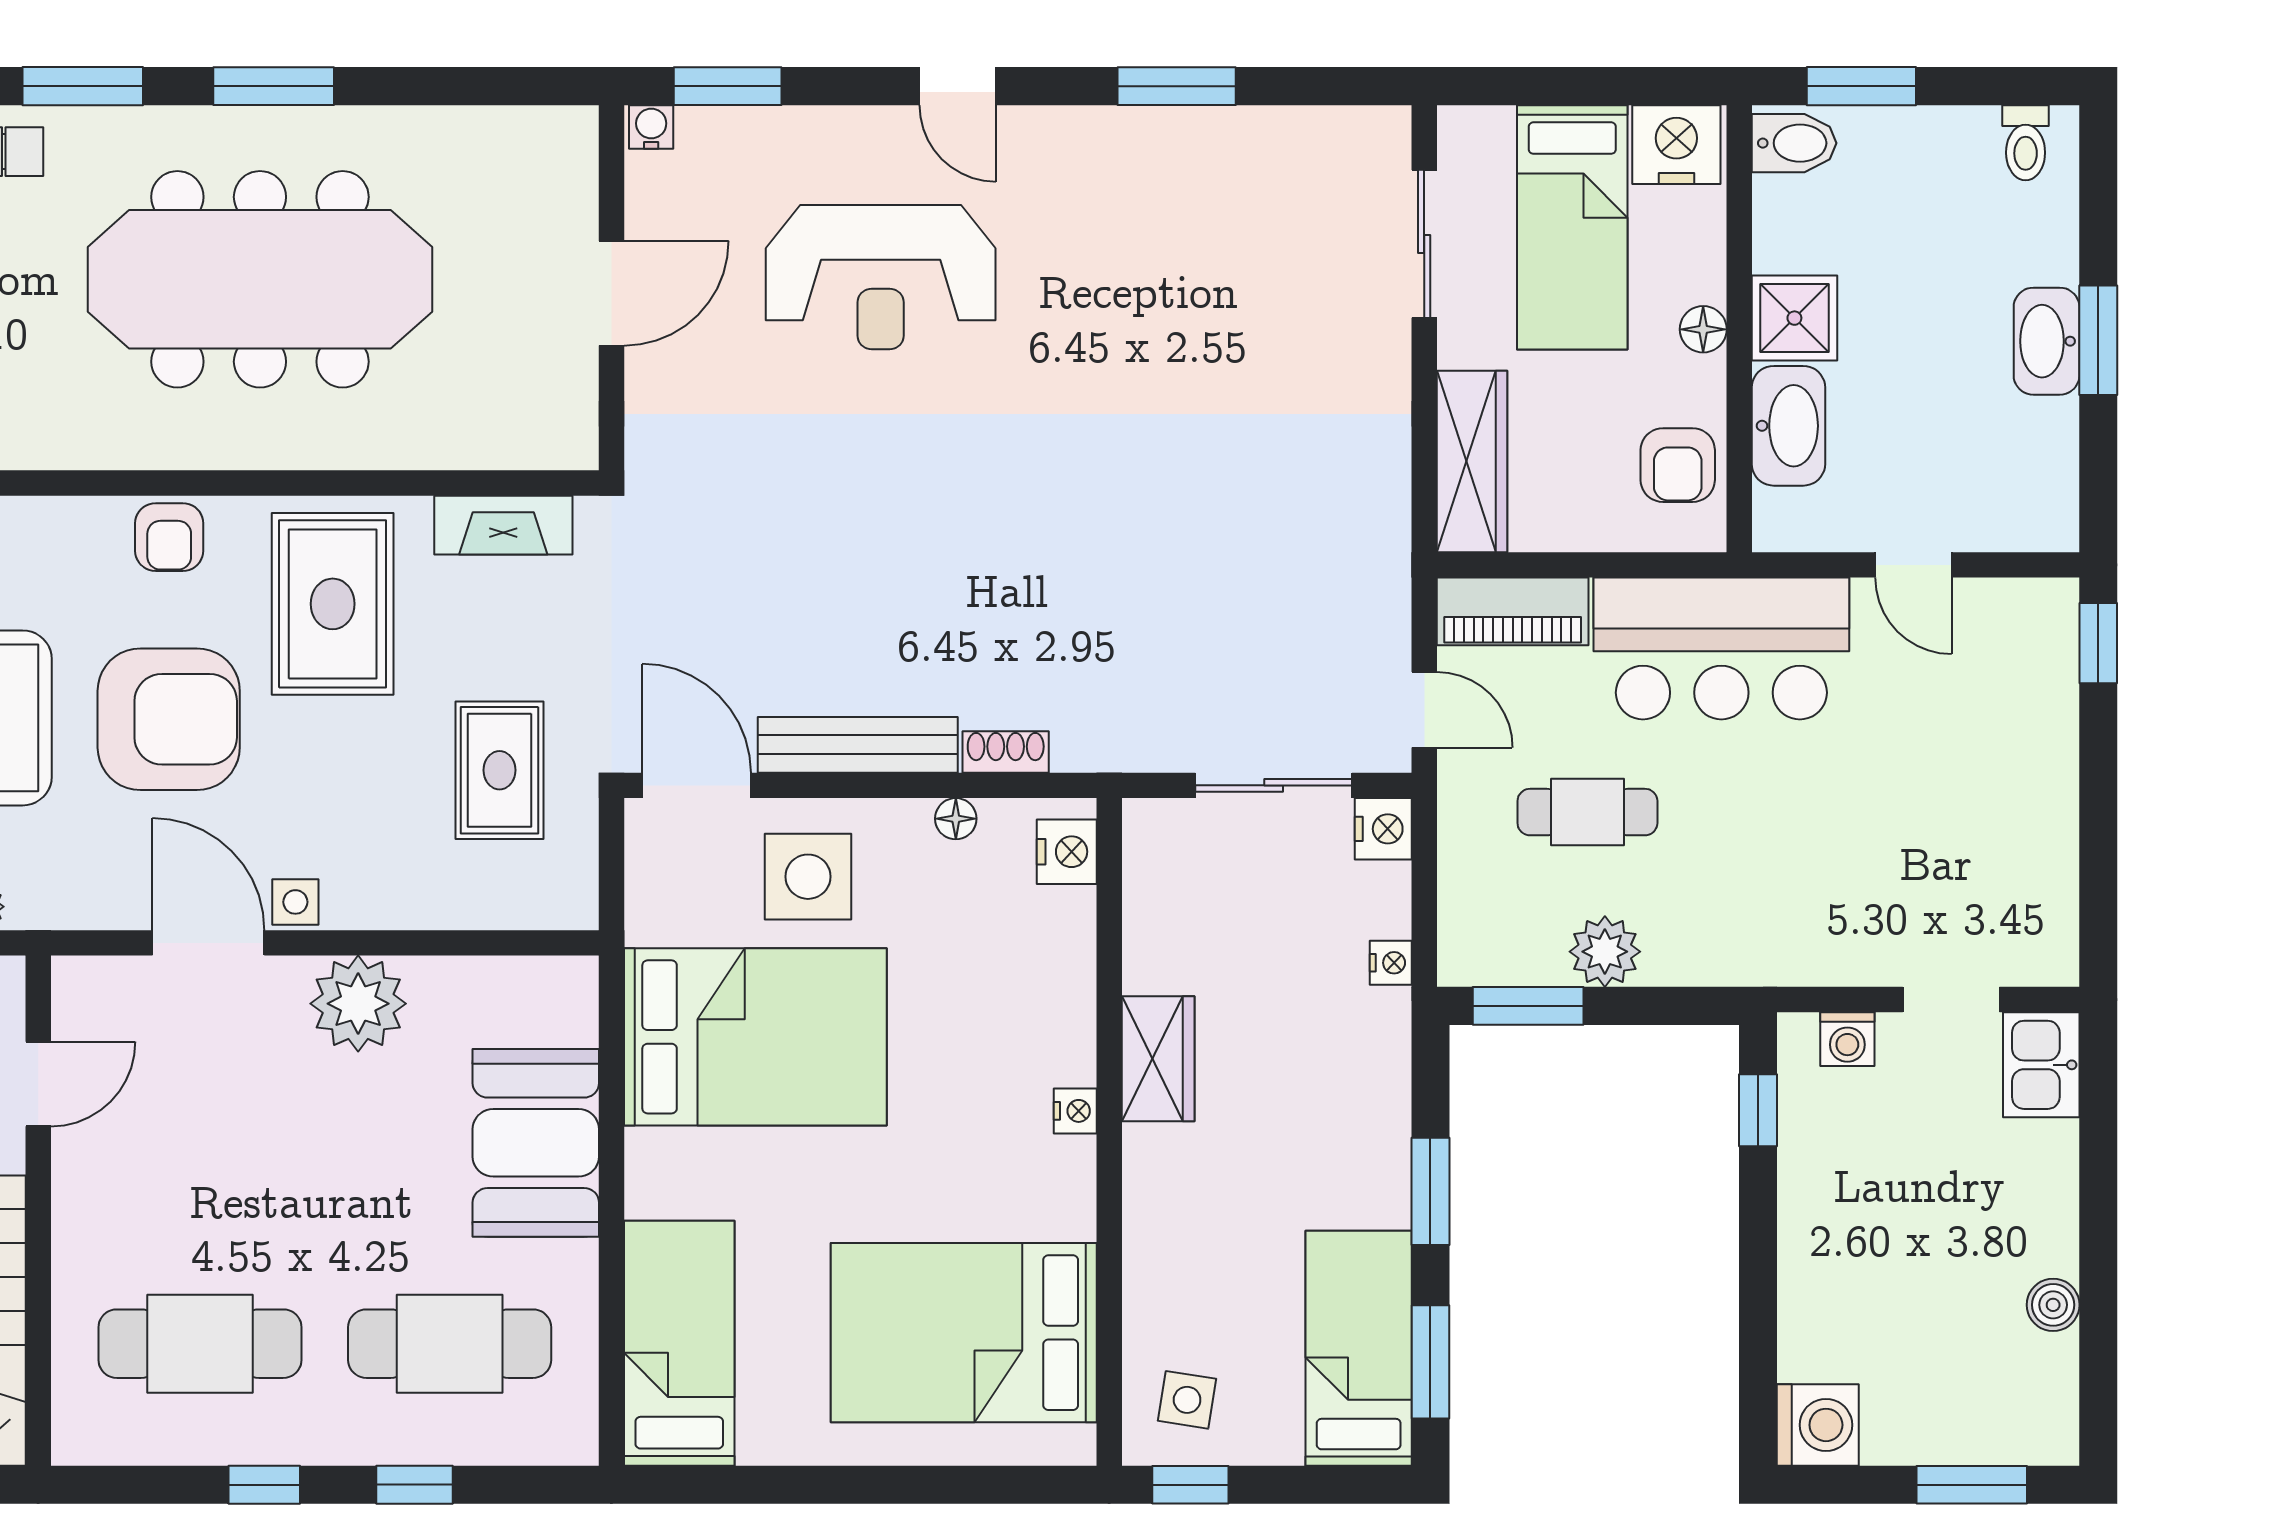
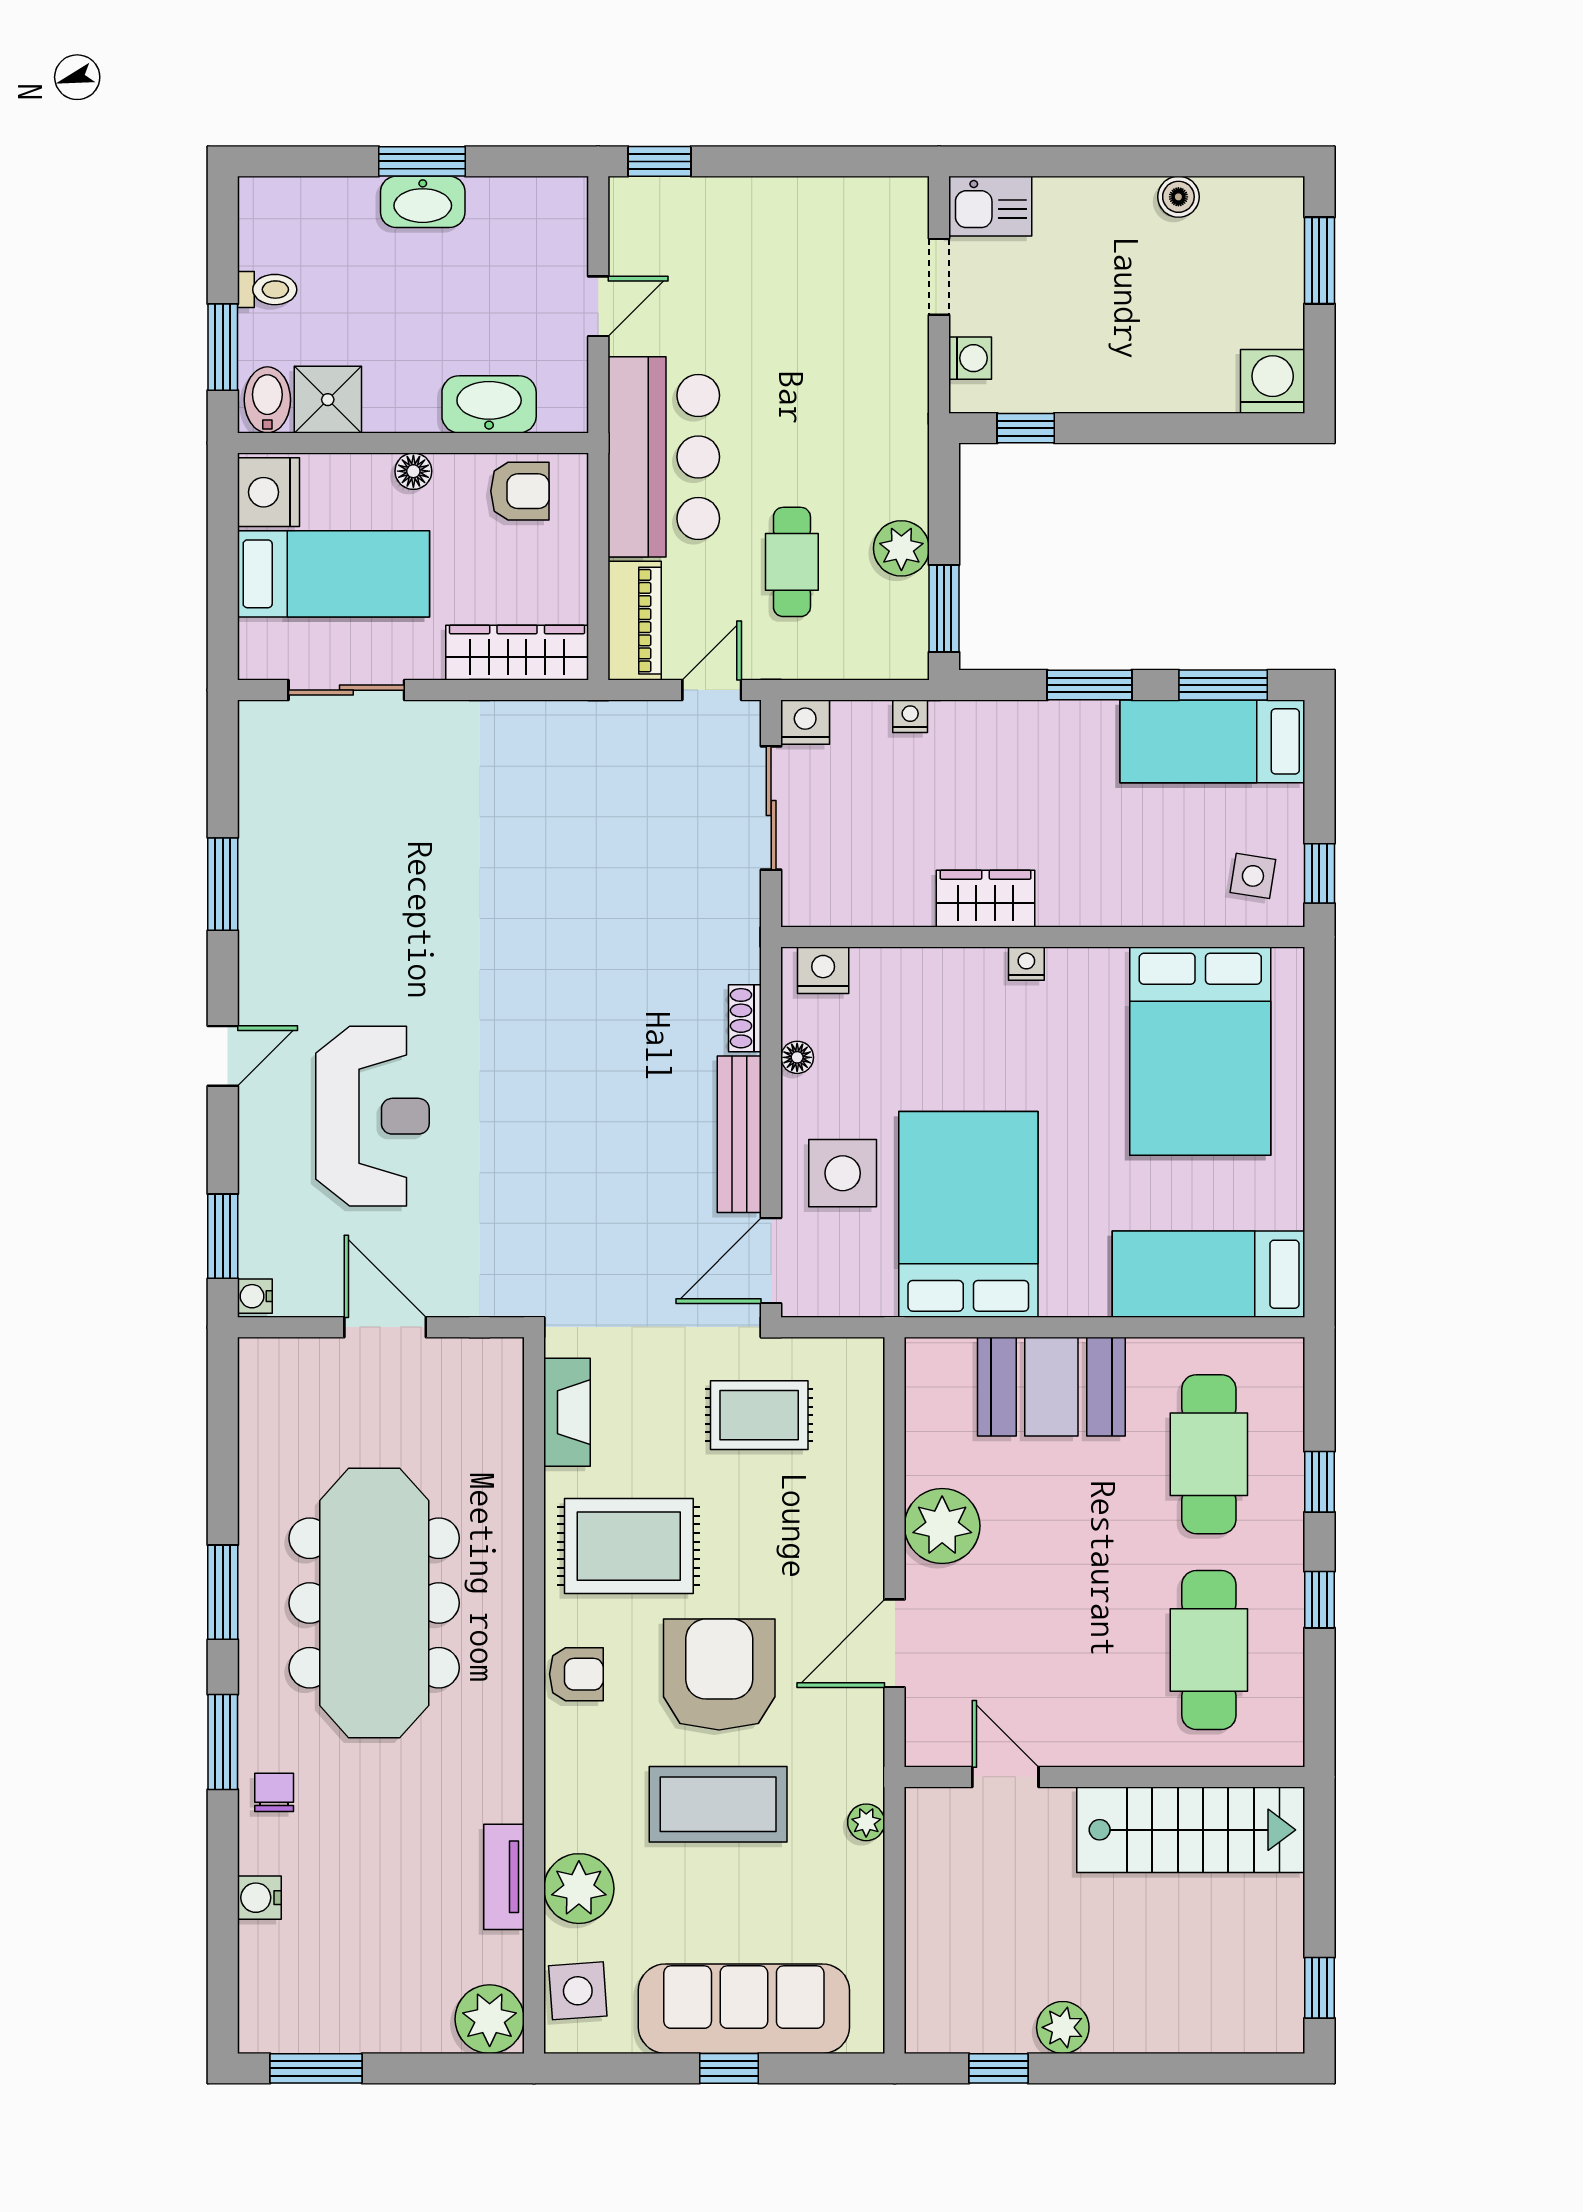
toilet: (2026, 143) -> (267, 290), moved
shower: (1794, 318) -> (328, 400), moved
side table: (295, 902) -> (862, 1575), removed

